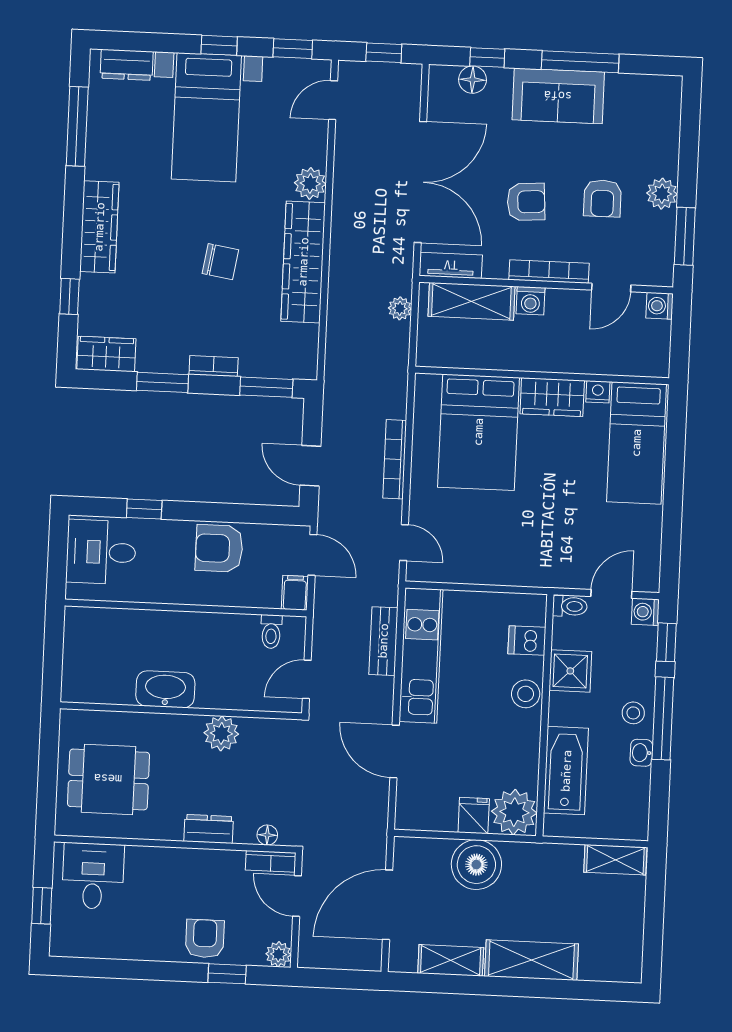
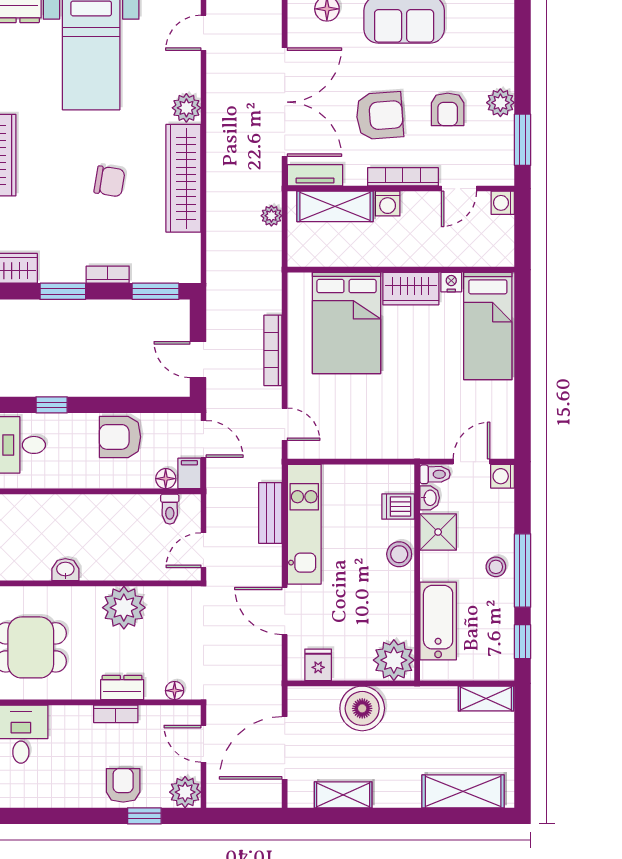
armchair: (526, 202) -> (380, 116), width x1.38, depth x1.38
floor lamp: (268, 597) -> (166, 479), added
window: (666, 642) -> (523, 642), moved
washbasin: (165, 689) -> (65, 570), width x0.52, depth x0.69
plant: (221, 733) -> (124, 608), width x1.36, depth x1.36
washbasin: (641, 753) -> (430, 498), moved, turned 180
fridge: (474, 816) -> (318, 665), moved
bookcase: (271, 861) -> (116, 714), moved
plant: (278, 954) -> (185, 792), width x1.38, depth x1.38
shelving: (531, 960) -> (463, 791), moved

